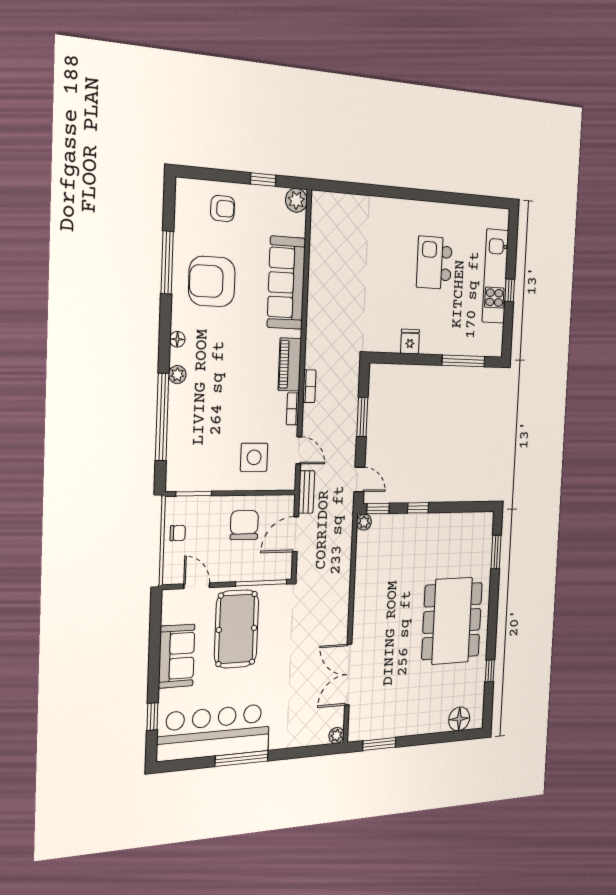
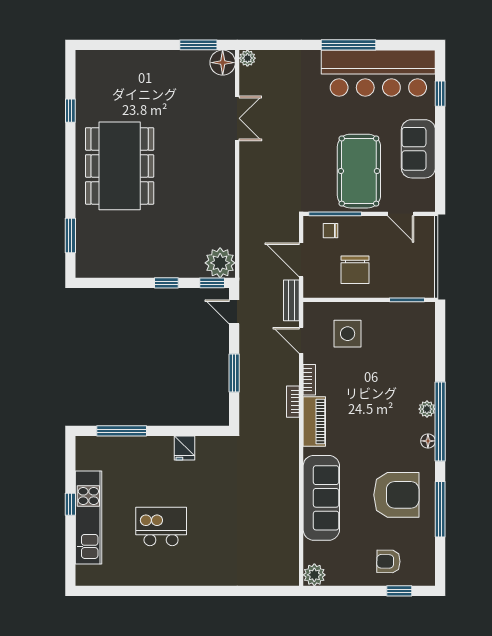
window: (263, 180) -> (399, 591), moved
kitchen island: (434, 263) -> (161, 526), turned -90
window: (162, 417) -> (440, 422), moved
plant: (364, 522) -> (220, 263), width x1.88, depth x1.88
chair: (178, 533) -> (331, 231), moved
door: (295, 534) -> (301, 260), swing flipped
double door: (348, 675) -> (237, 118), width x0.73
floor lamp: (459, 719) -> (223, 63), moved

